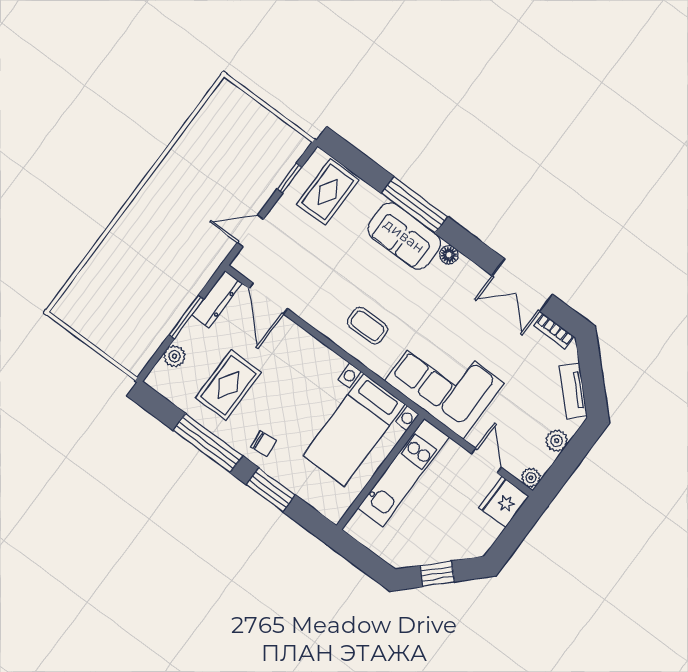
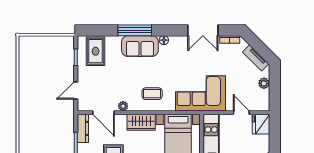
wardrobe: (316, 358) -> (141, 122), added
plant: (531, 478) -> (123, 106), moved

